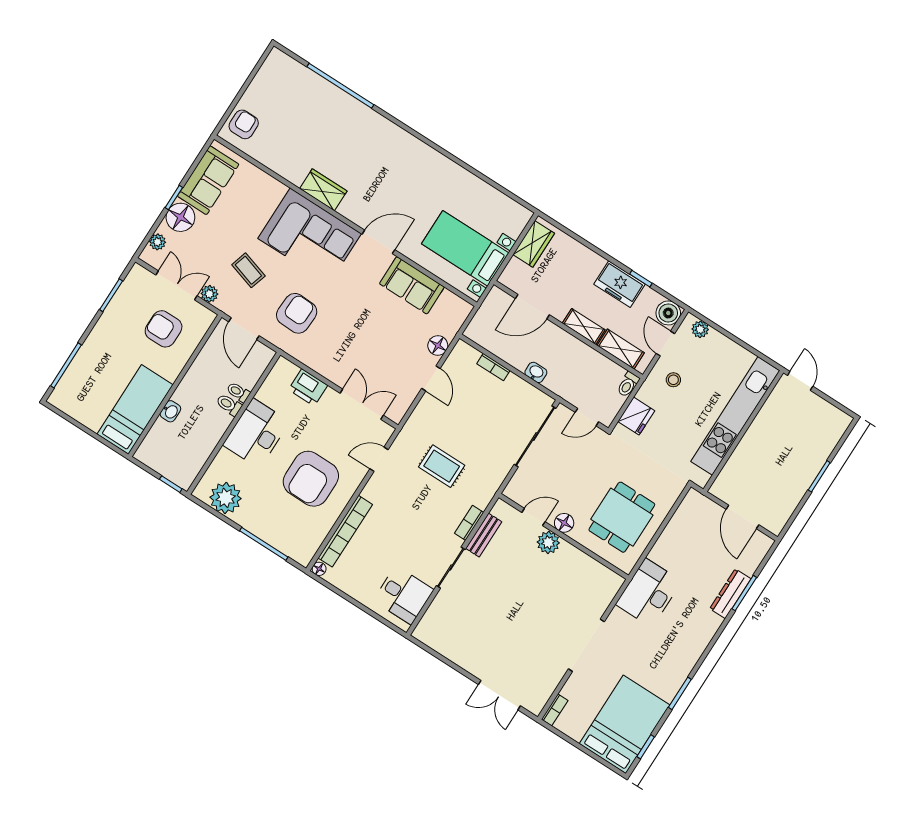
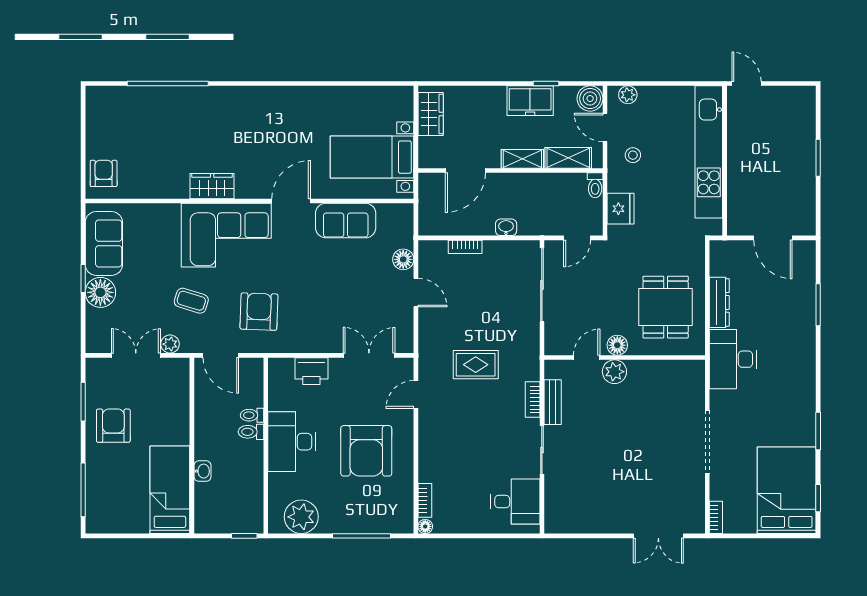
plant: (158, 242) -> (94, 327), removed
armchair: (164, 329) -> (113, 426), moved, turned 90
bookcase: (345, 531) -> (425, 500), width x0.43, depth x0.76
dresser: (730, 594) -> (719, 302), moved, turned 180

